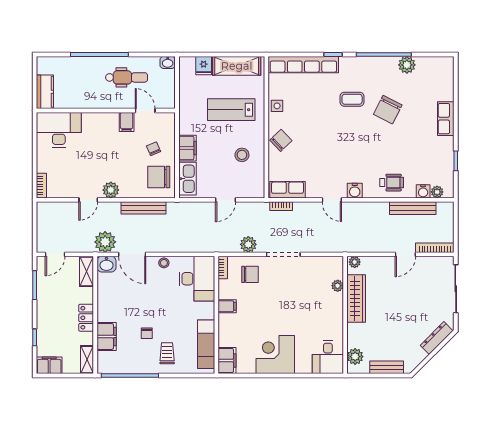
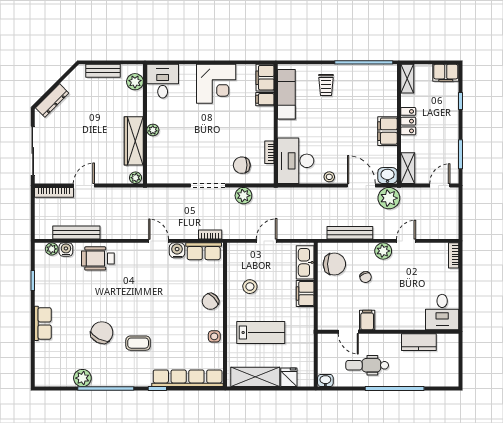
kitchen counter: (45, 92) -> (419, 342), moved, turned -90
desk: (59, 130) -> (442, 312), width x0.73
chair: (154, 149) -> (366, 277), moved
wheelchair: (392, 183) -> (98, 258), width x1.36, depth x1.37
water cooler: (355, 191) -> (177, 250), moved
bookcase: (223, 267) -> (269, 152), moved
plant: (338, 286) -> (153, 130), moved
filing cabinet: (227, 306) -> (265, 99), moved
chair: (147, 333) -> (347, 105), removed
filing cabinet: (107, 336) -> (387, 131), moved

